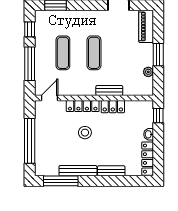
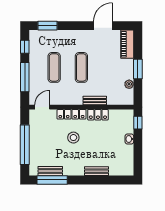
locker: (148, 159) -> (128, 160), removed
bench: (78, 171) -> (50, 171), moved, width x0.73

